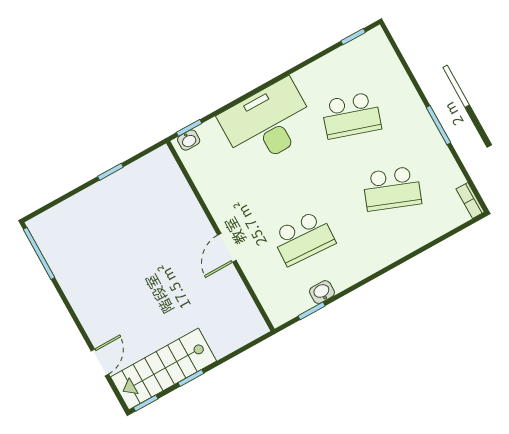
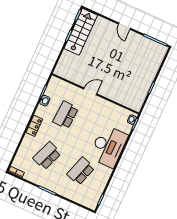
door: (227, 248) -> (90, 91), hinge flipped
locker: (375, 260) -> (34, 126), added
door: (100, 363) -> (124, 26), moved

